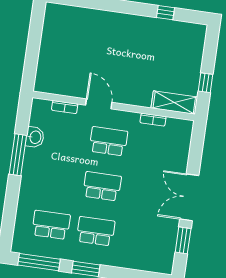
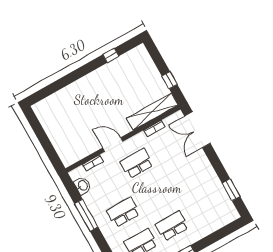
shelving: (174, 103) -> (152, 112), width x1.47
washbasin: (35, 137) -> (83, 186), moved
school desk: (102, 186) -> (123, 212), moved
double door: (189, 197) -> (197, 130), moved

